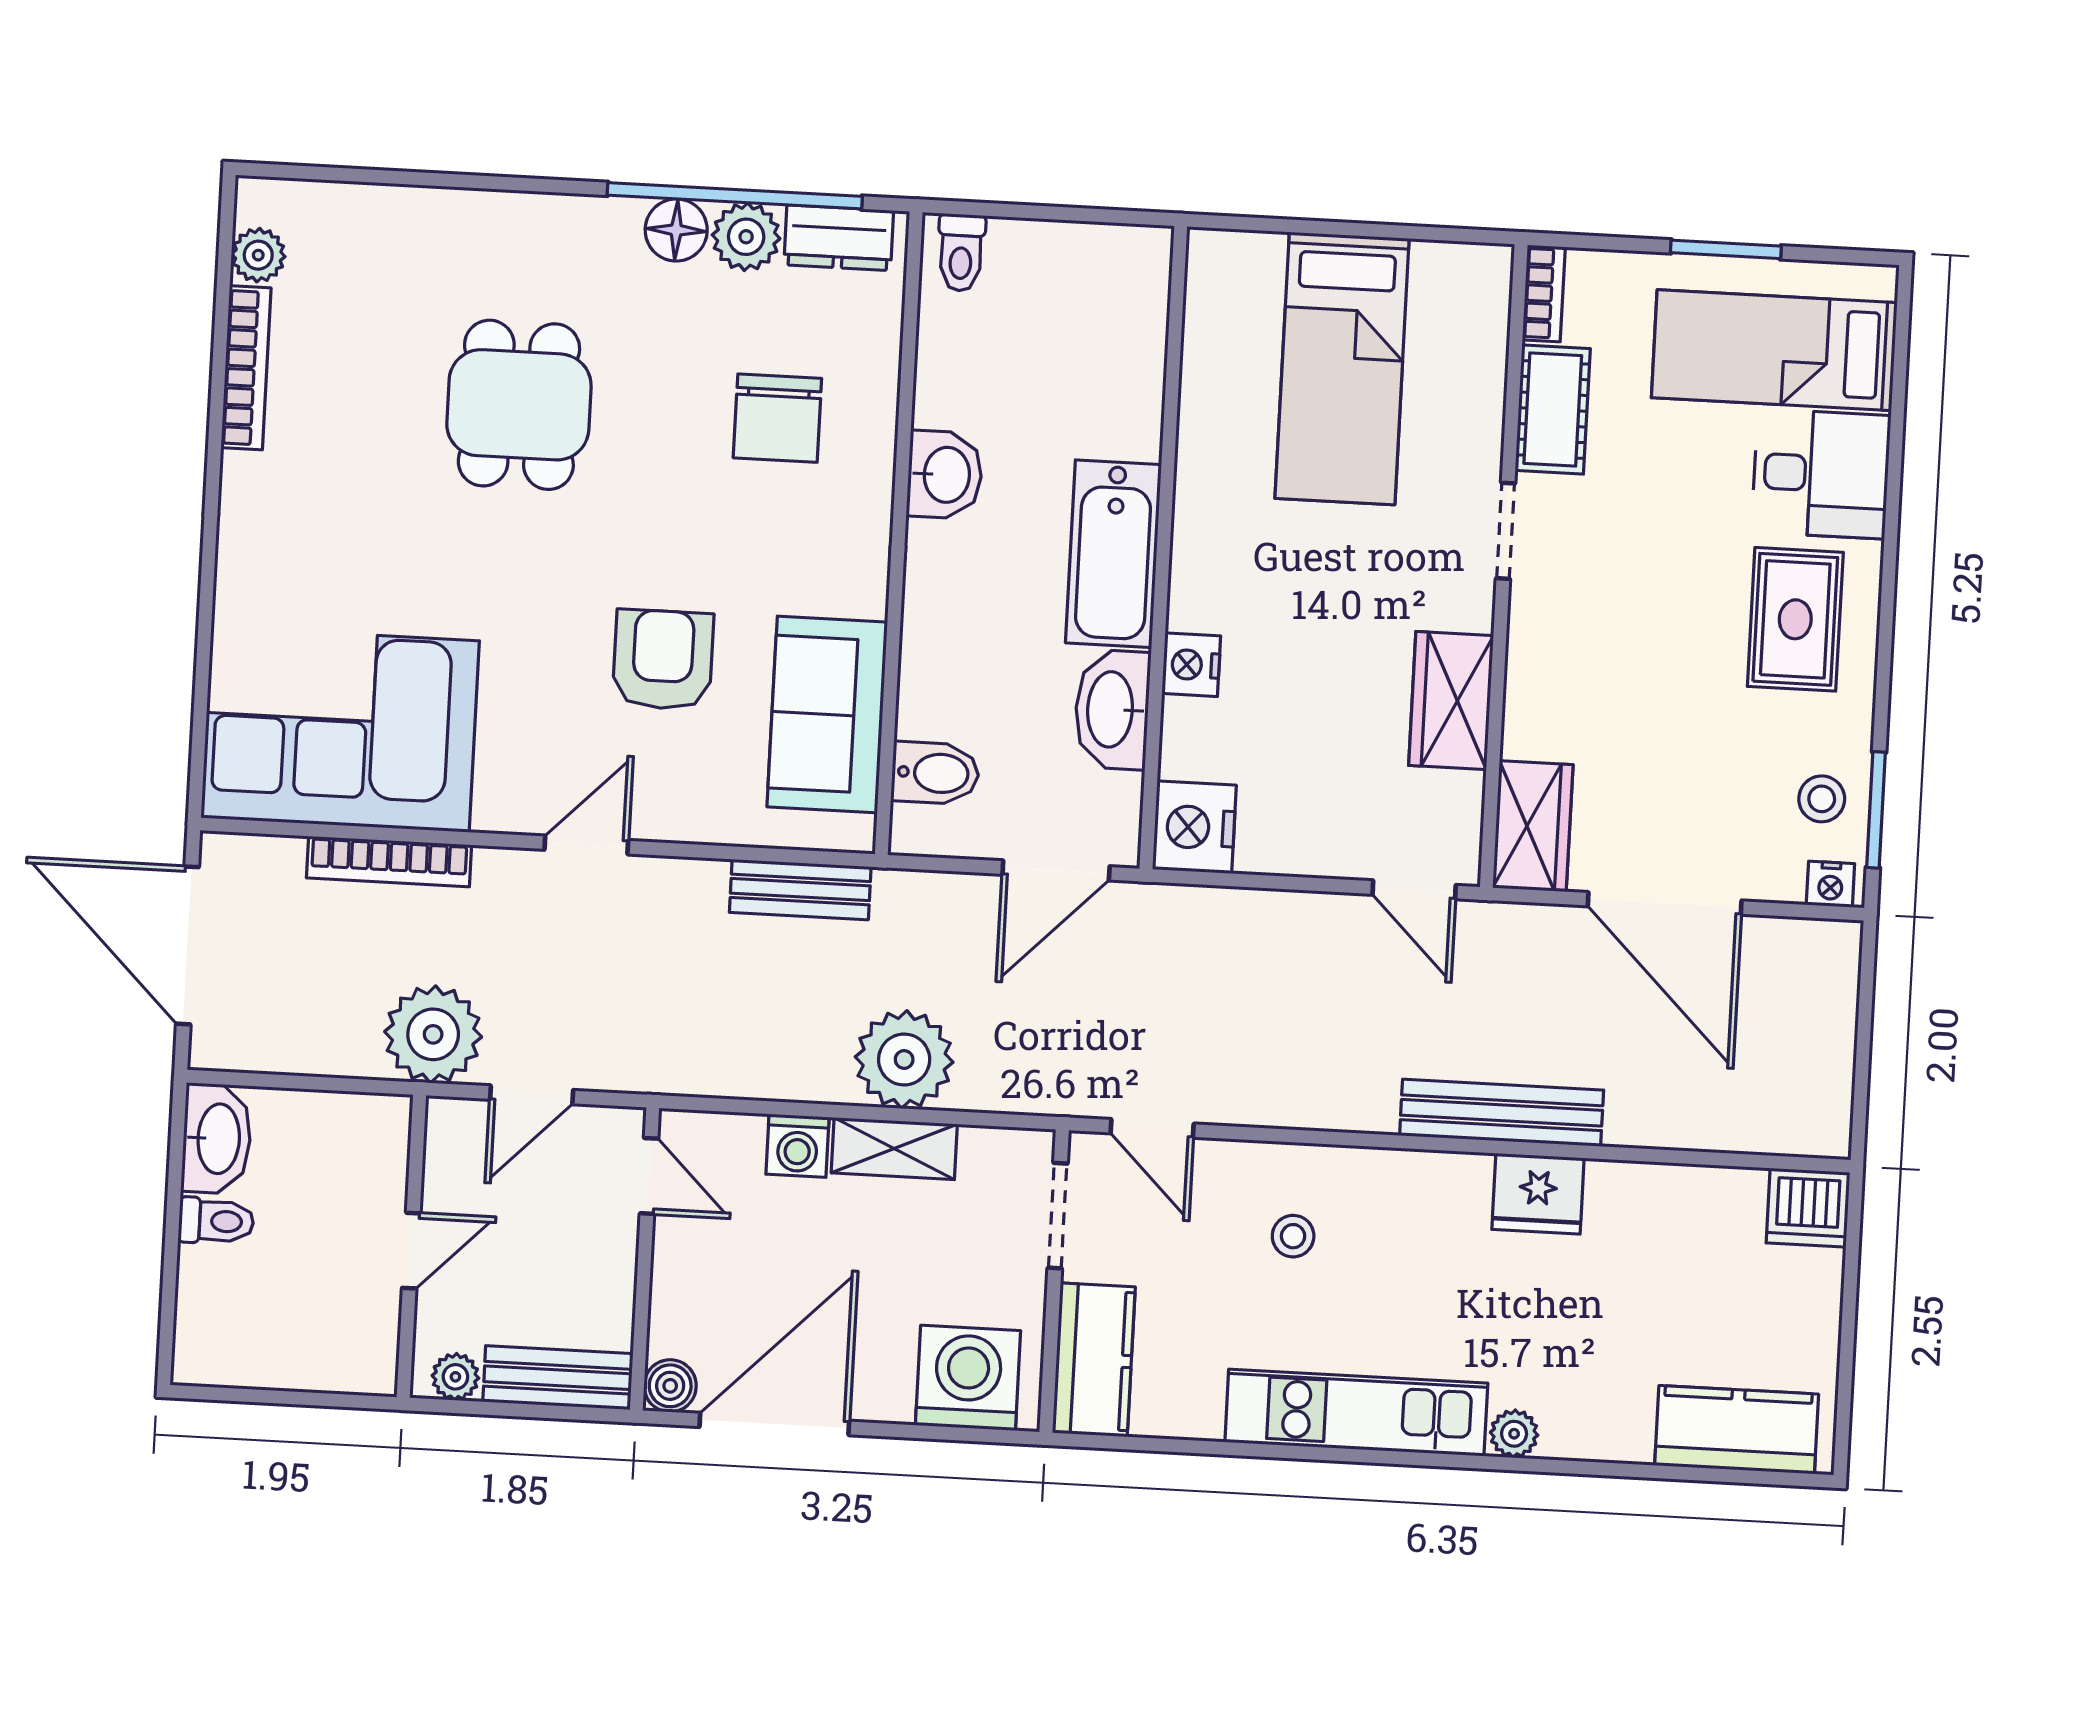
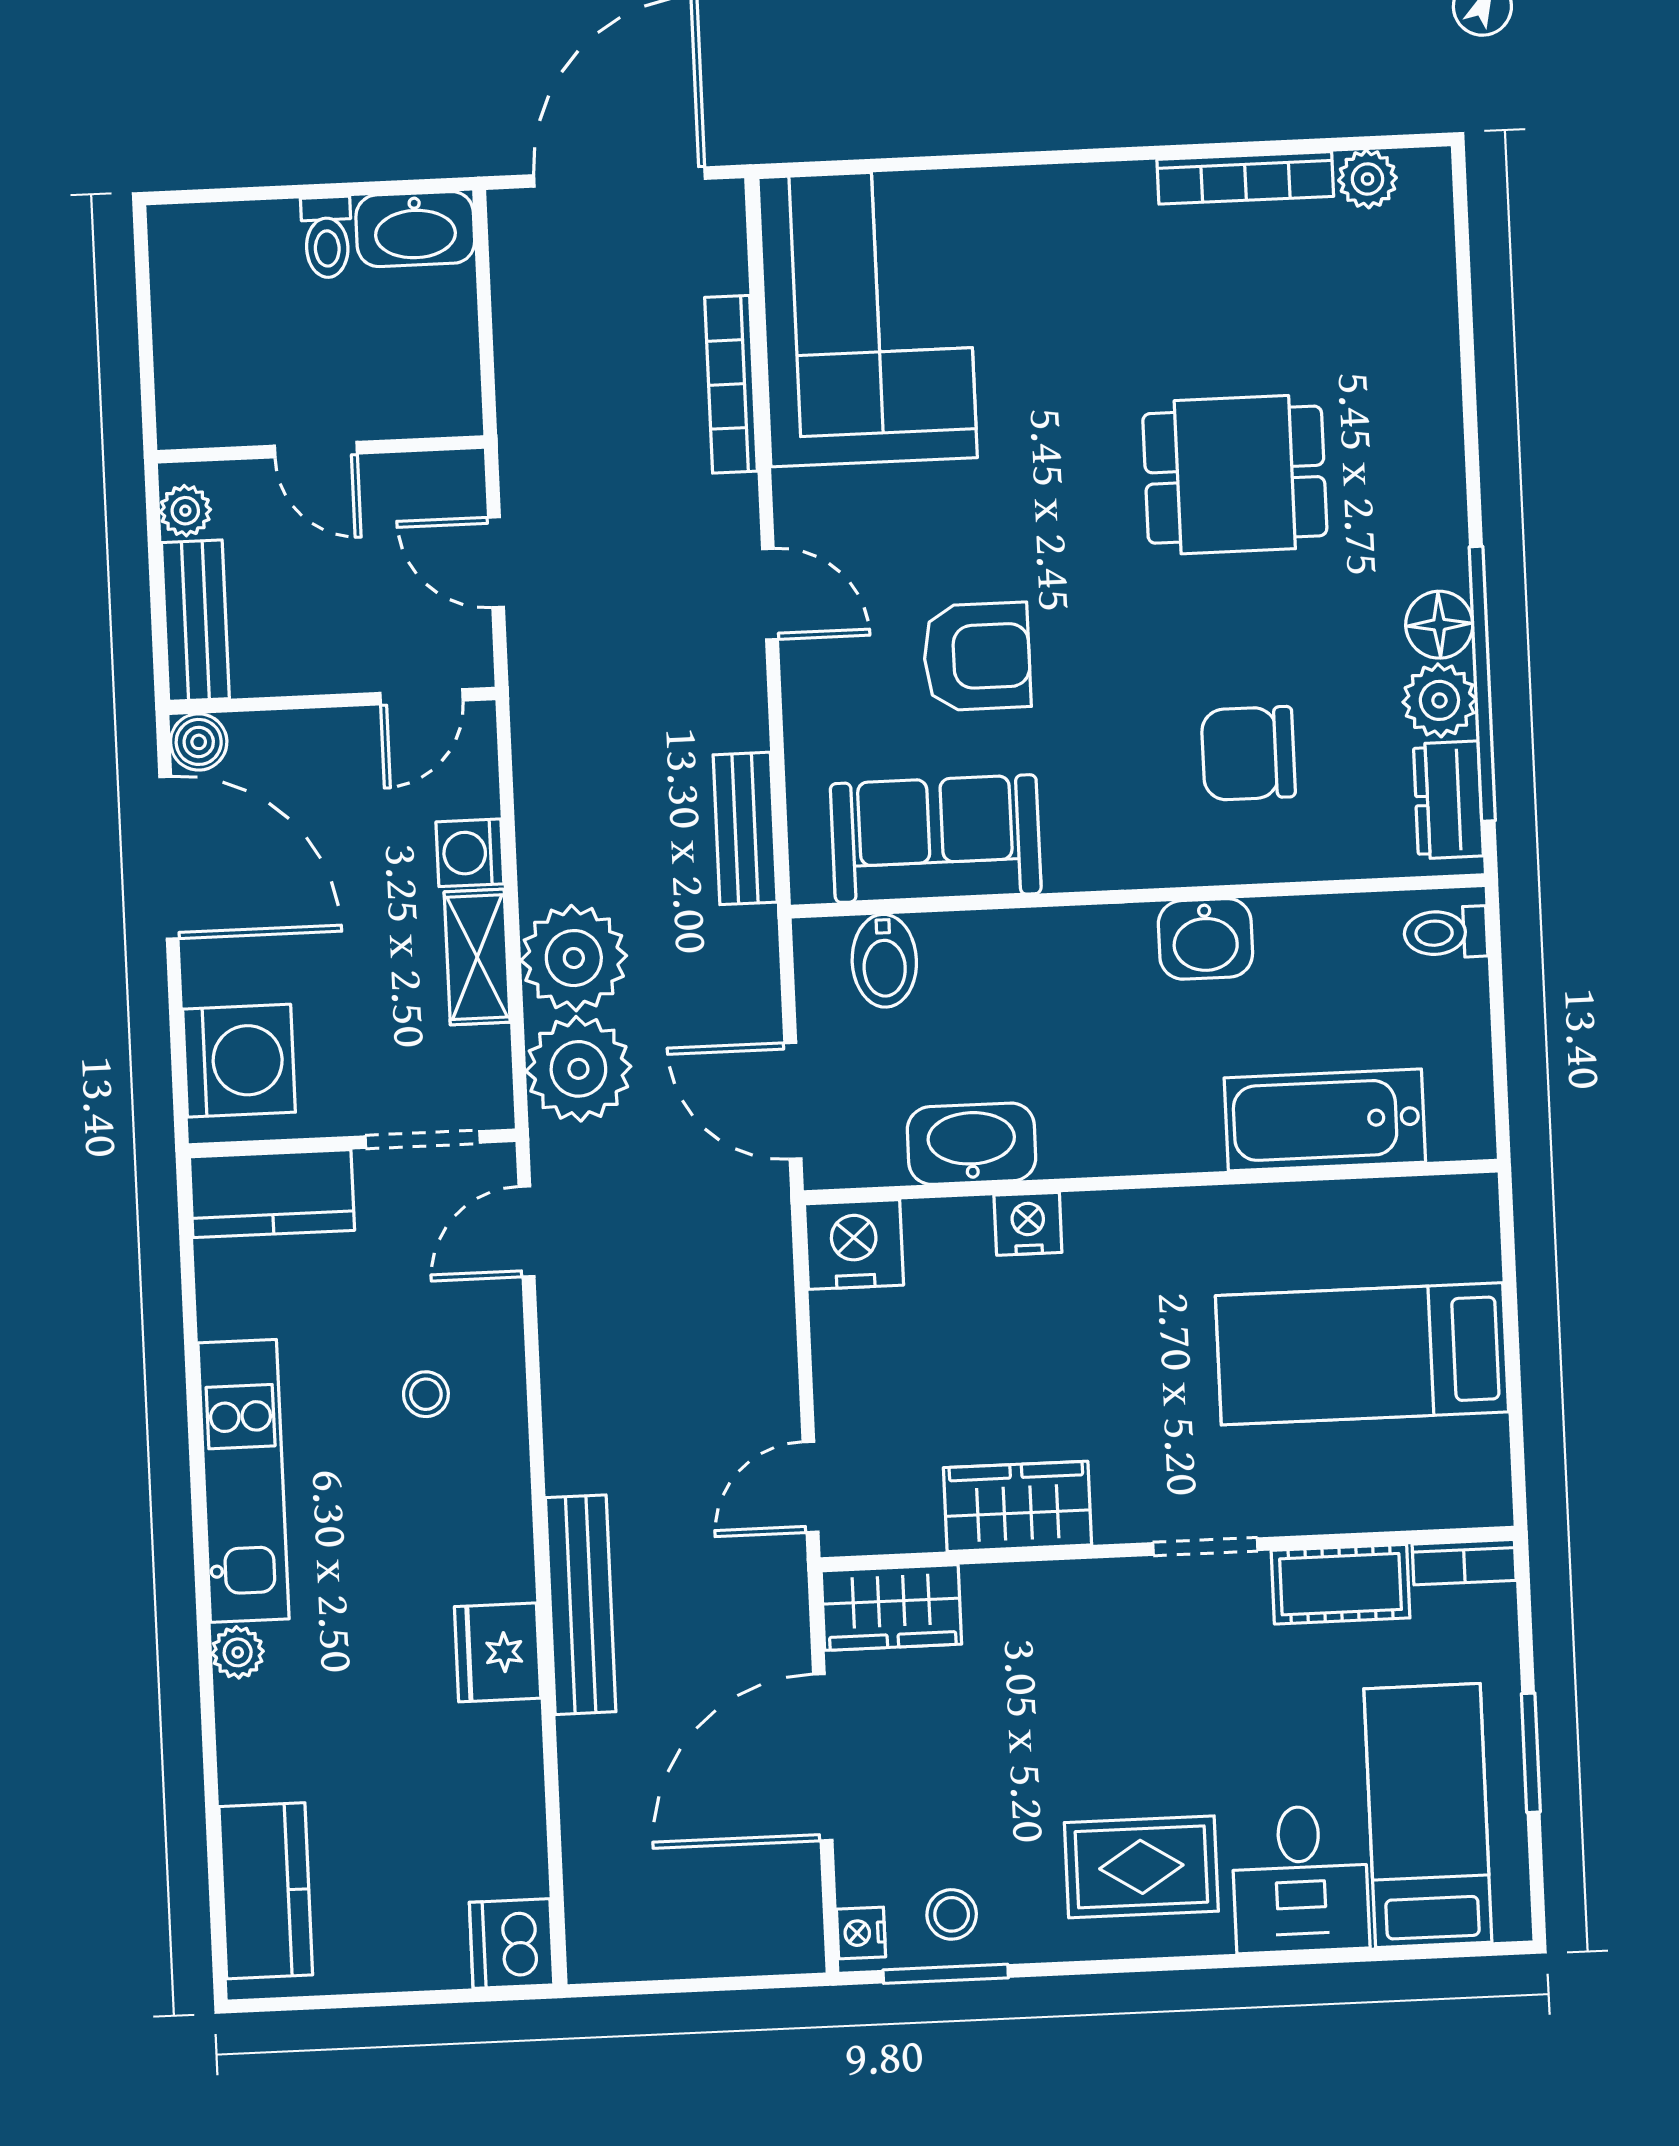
bathtub: (1113, 554) -> (1325, 1120), moved
plant: (433, 1034) -> (578, 1069), moved

